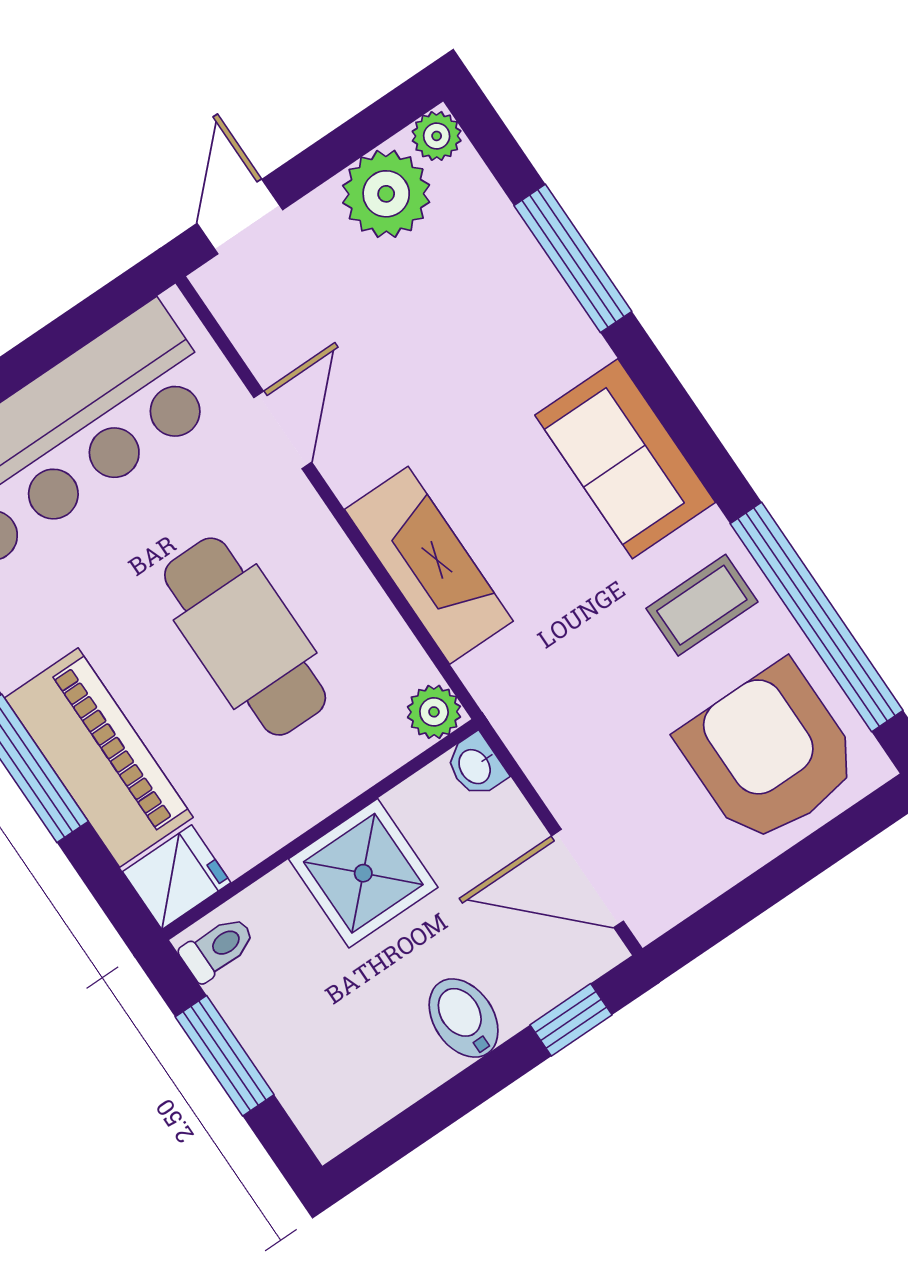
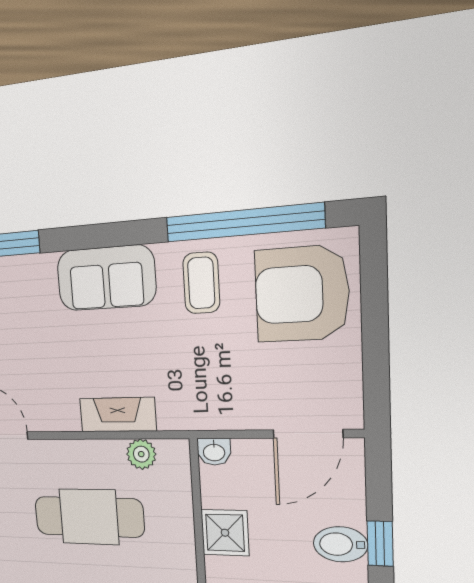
fireplace: (429, 565) -> (118, 415), width x0.73, depth x0.76
plant: (434, 712) -> (141, 454), moved
shower: (363, 873) -> (225, 533), width x0.73, depth x0.73
window: (571, 1020) -> (380, 544), moved

